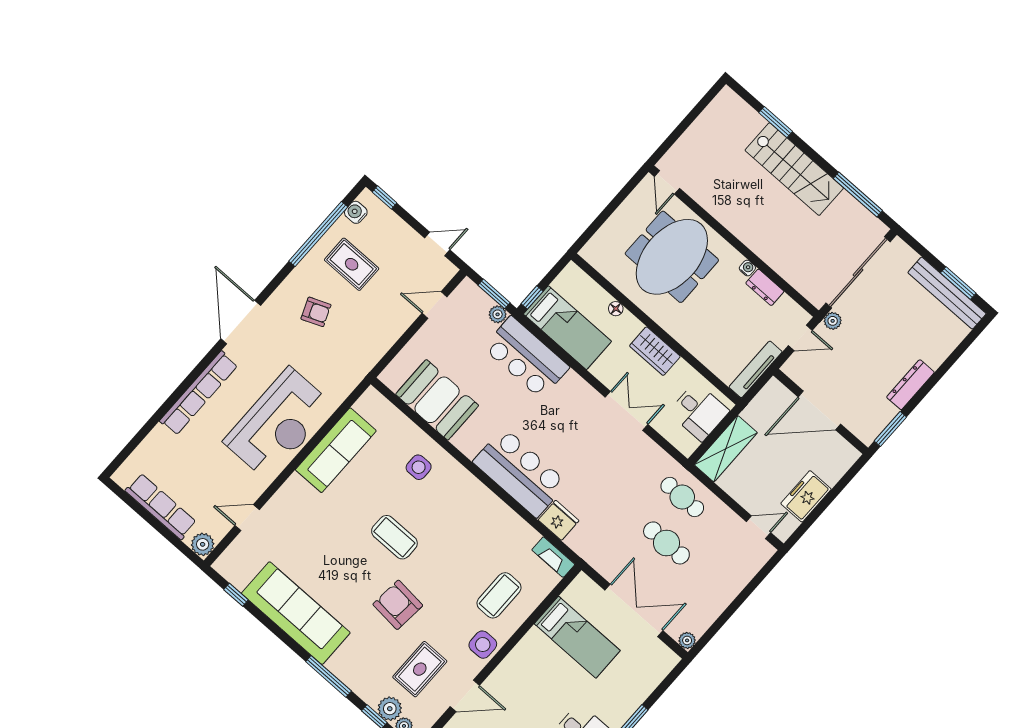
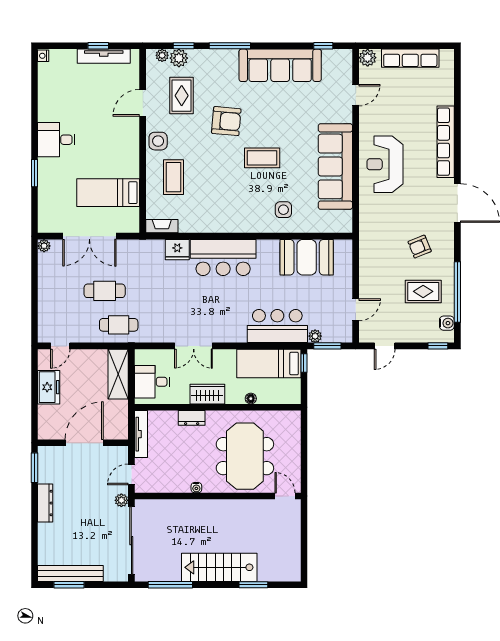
dresser: (765, 287) -> (192, 418), moved, turned 180
reception desk: (278, 424) -> (385, 164), width x0.74, depth x0.77
sofa: (336, 450) -> (335, 166), width x1.36, depth x1.27

